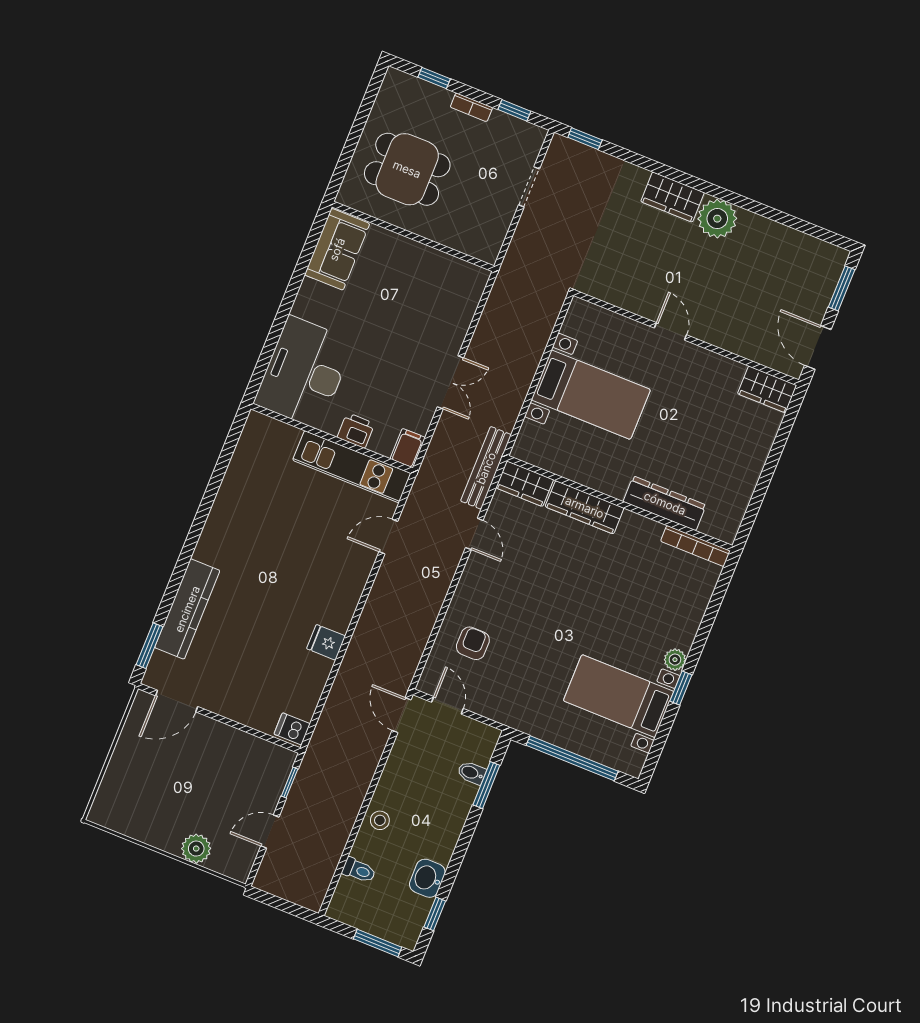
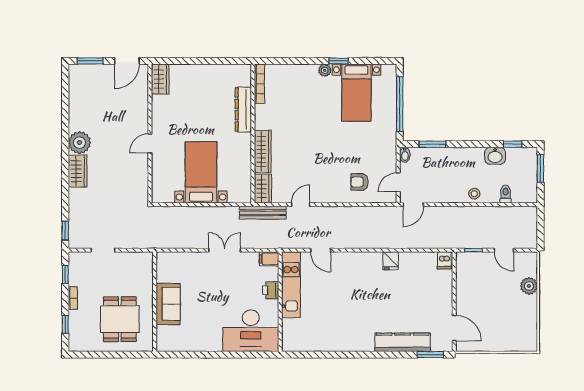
sofa: (337, 249) -> (168, 304), moved, turned 90
bidet: (472, 773) -> (405, 155), moved

